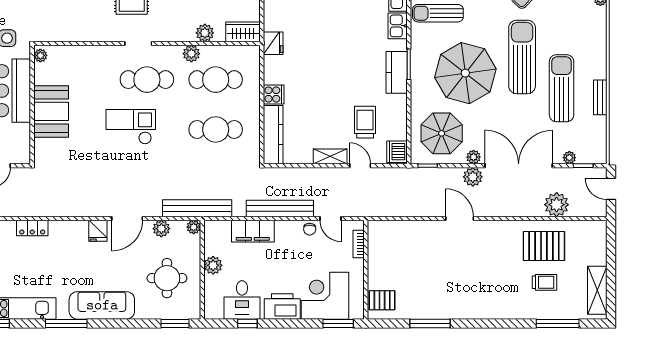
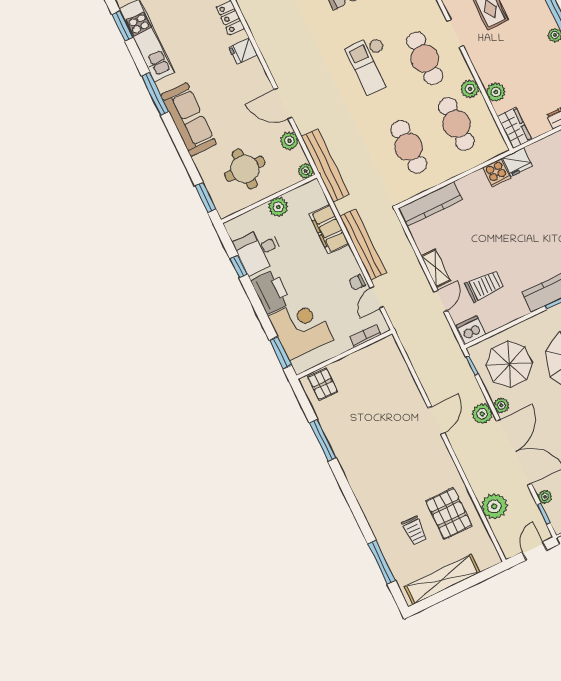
cooker: (274, 94) -> (496, 173), moved
checkout: (131, 127) -> (372, 65), turned 180
fridge: (98, 231) -> (243, 51), moved
shelving: (597, 290) -> (442, 579), width x1.47

